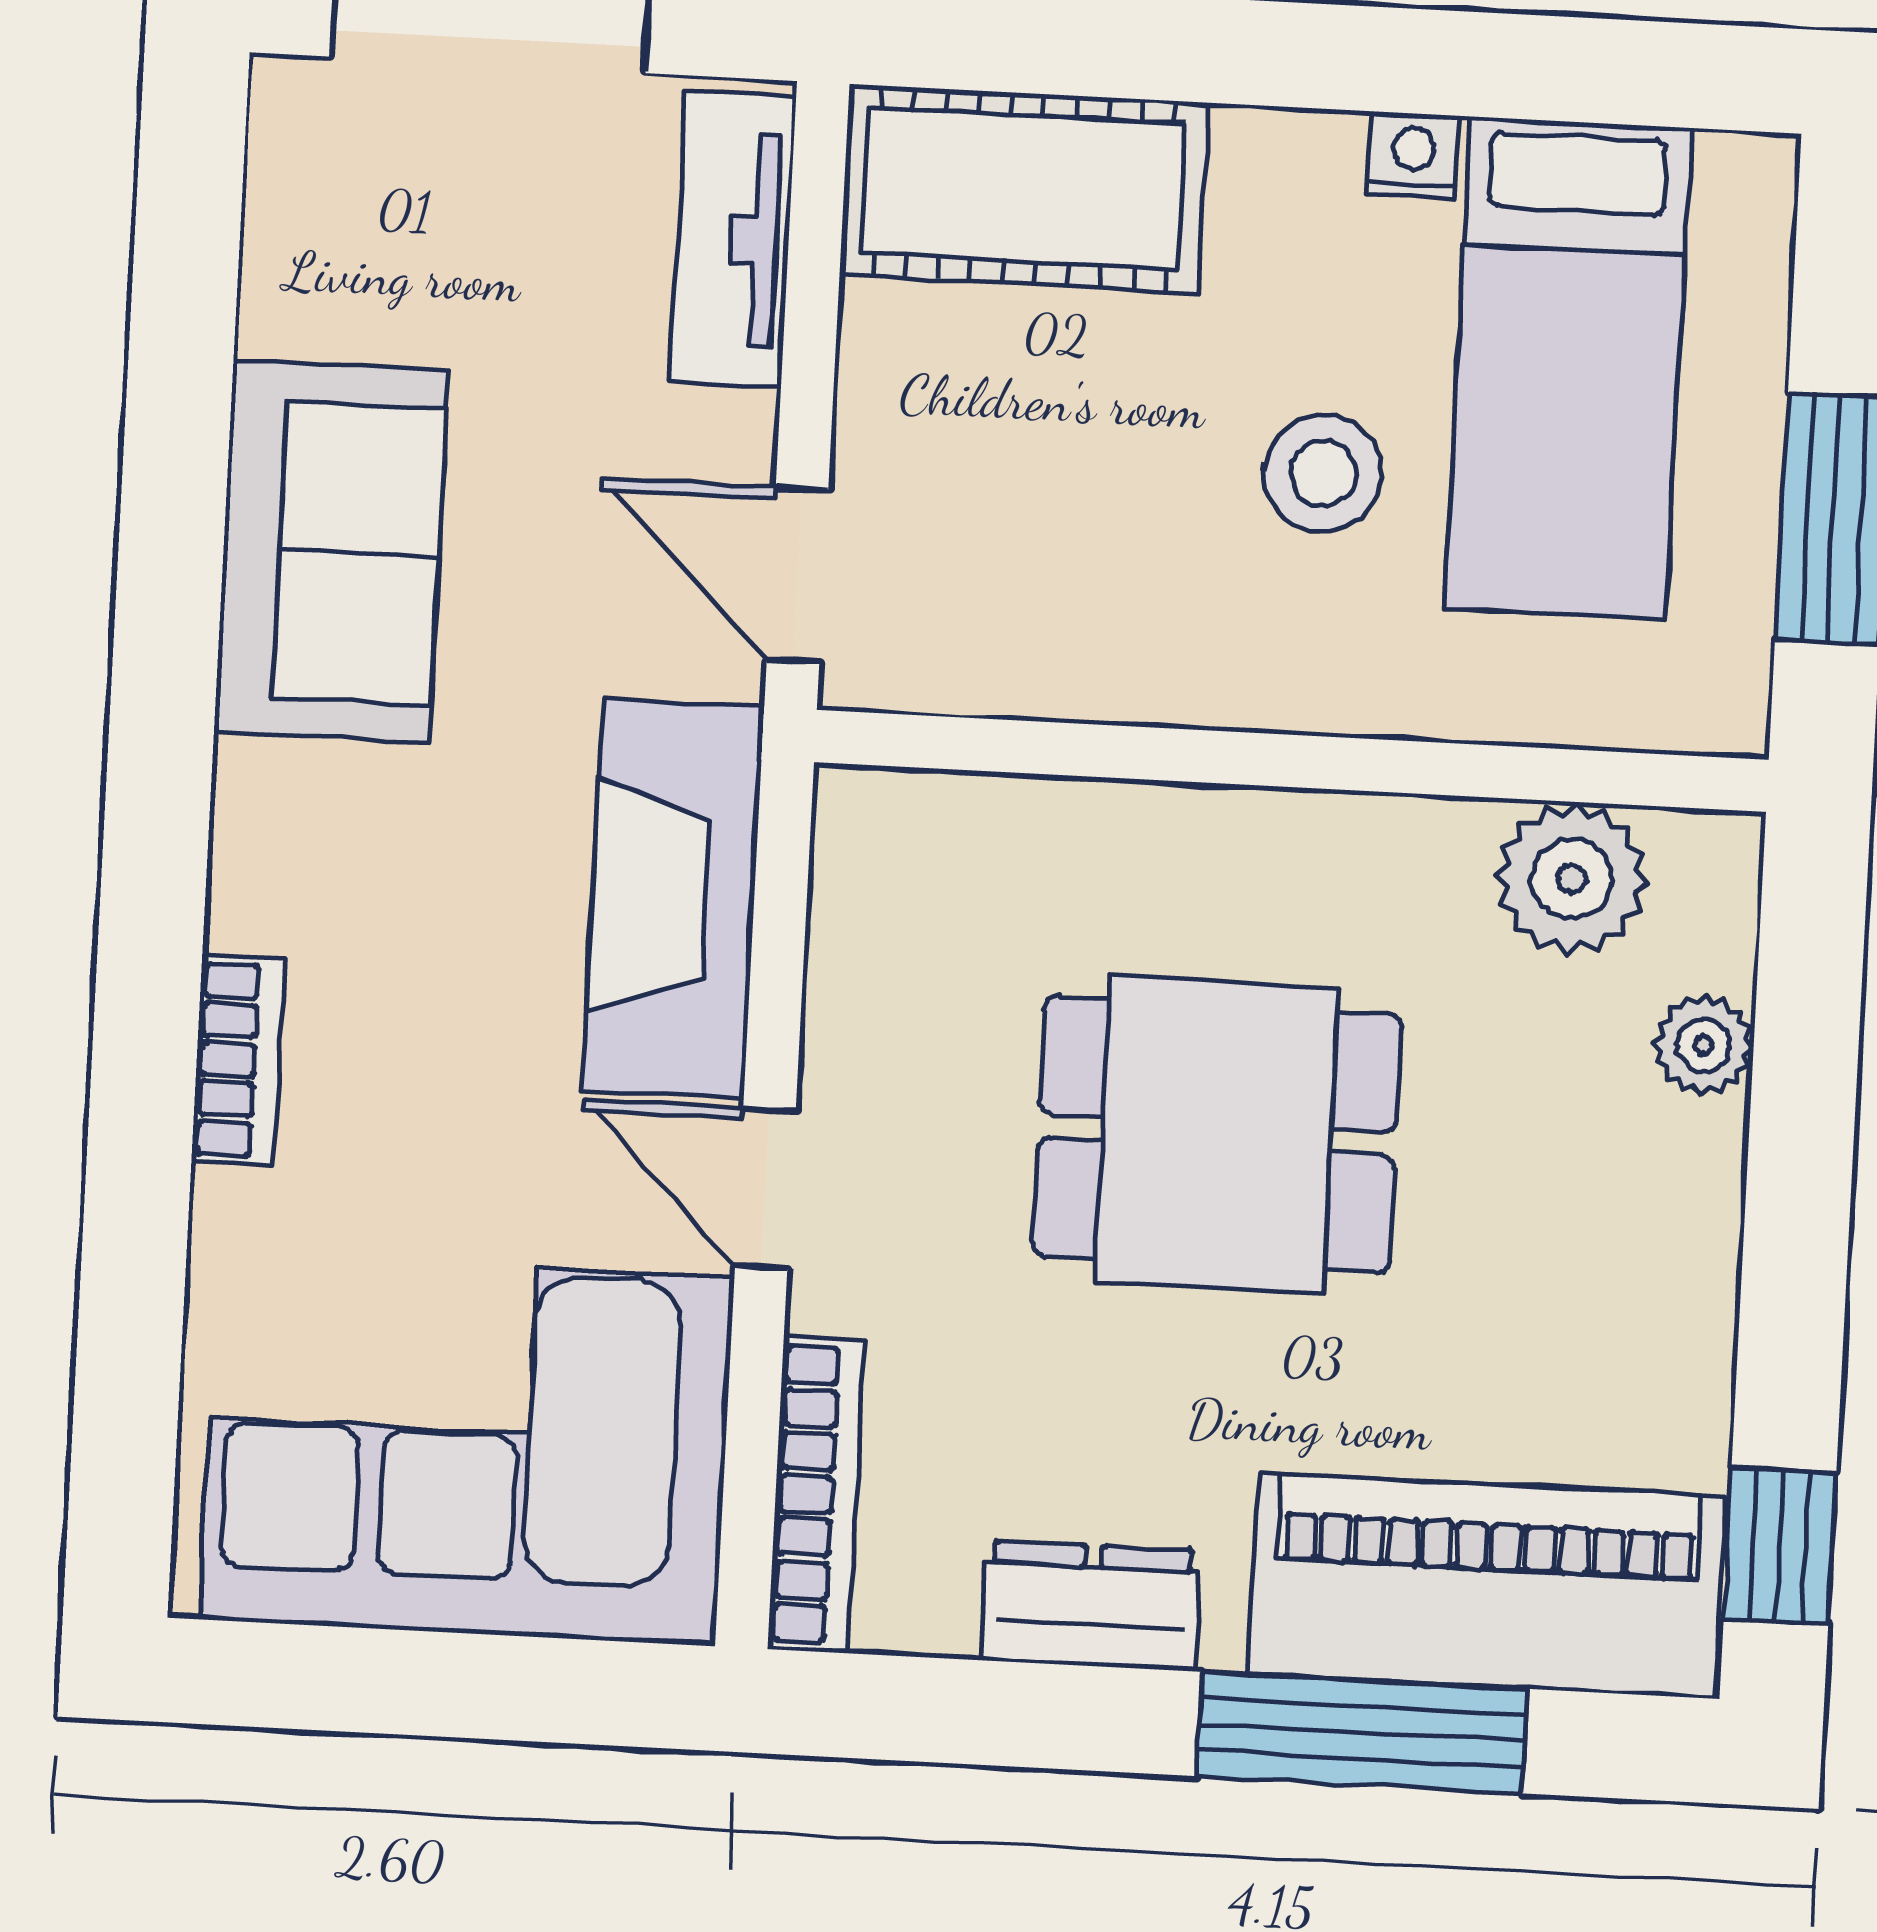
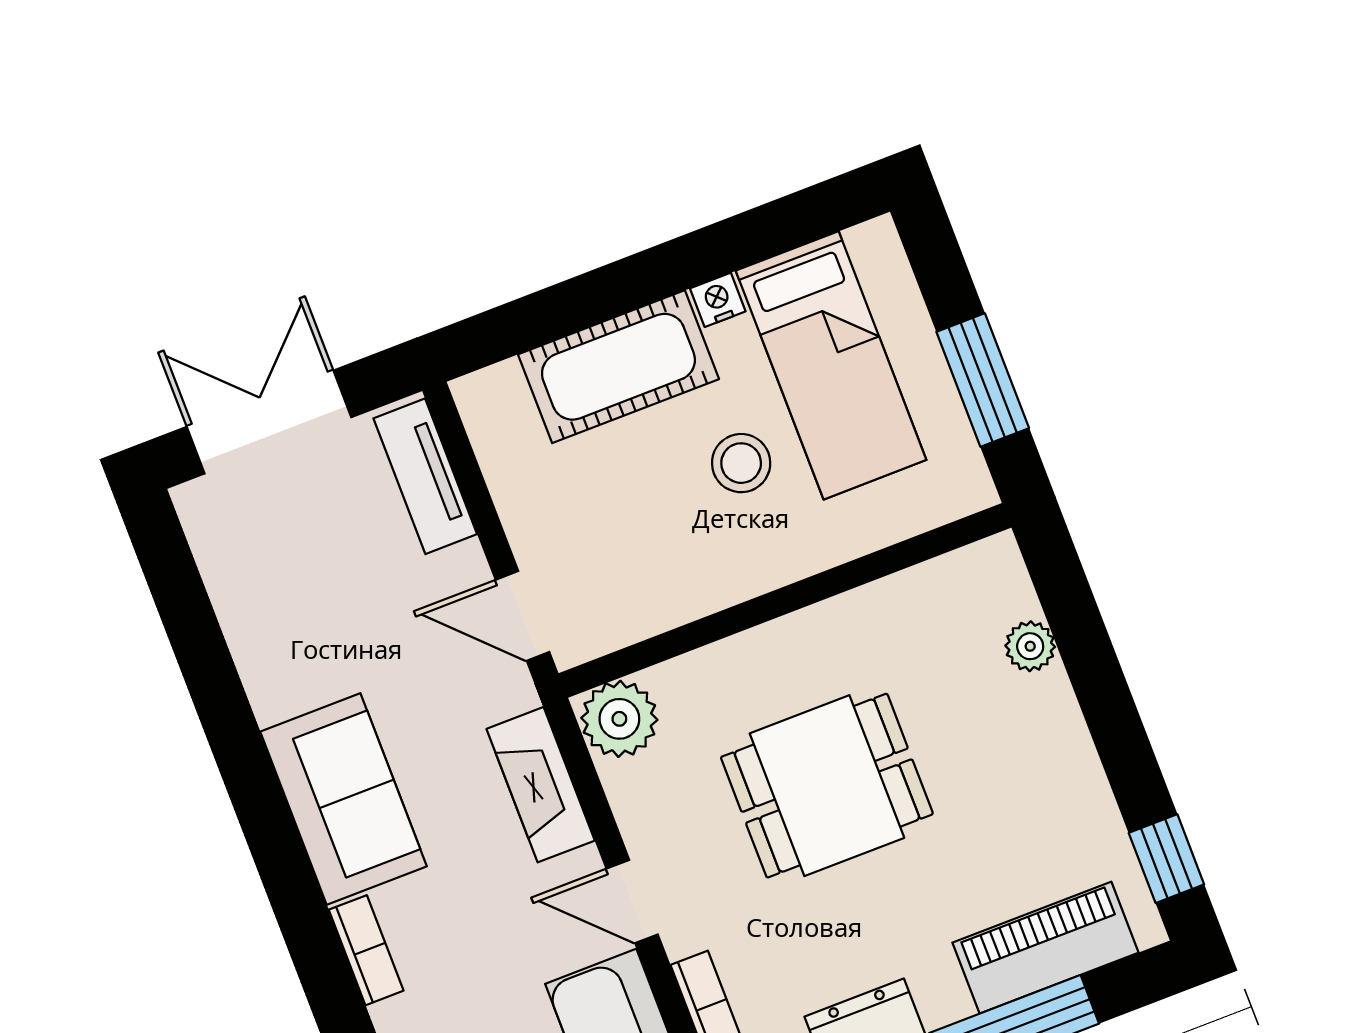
cot: (1024, 189) -> (618, 367), moved
sofa: (331, 552) -> (344, 799), moved
plant: (1572, 879) -> (619, 719), moved
fireplace: (673, 898) -> (541, 785), width x0.73, depth x0.76
piano: (1487, 1585) -> (1045, 948), width x0.73, depth x0.75

